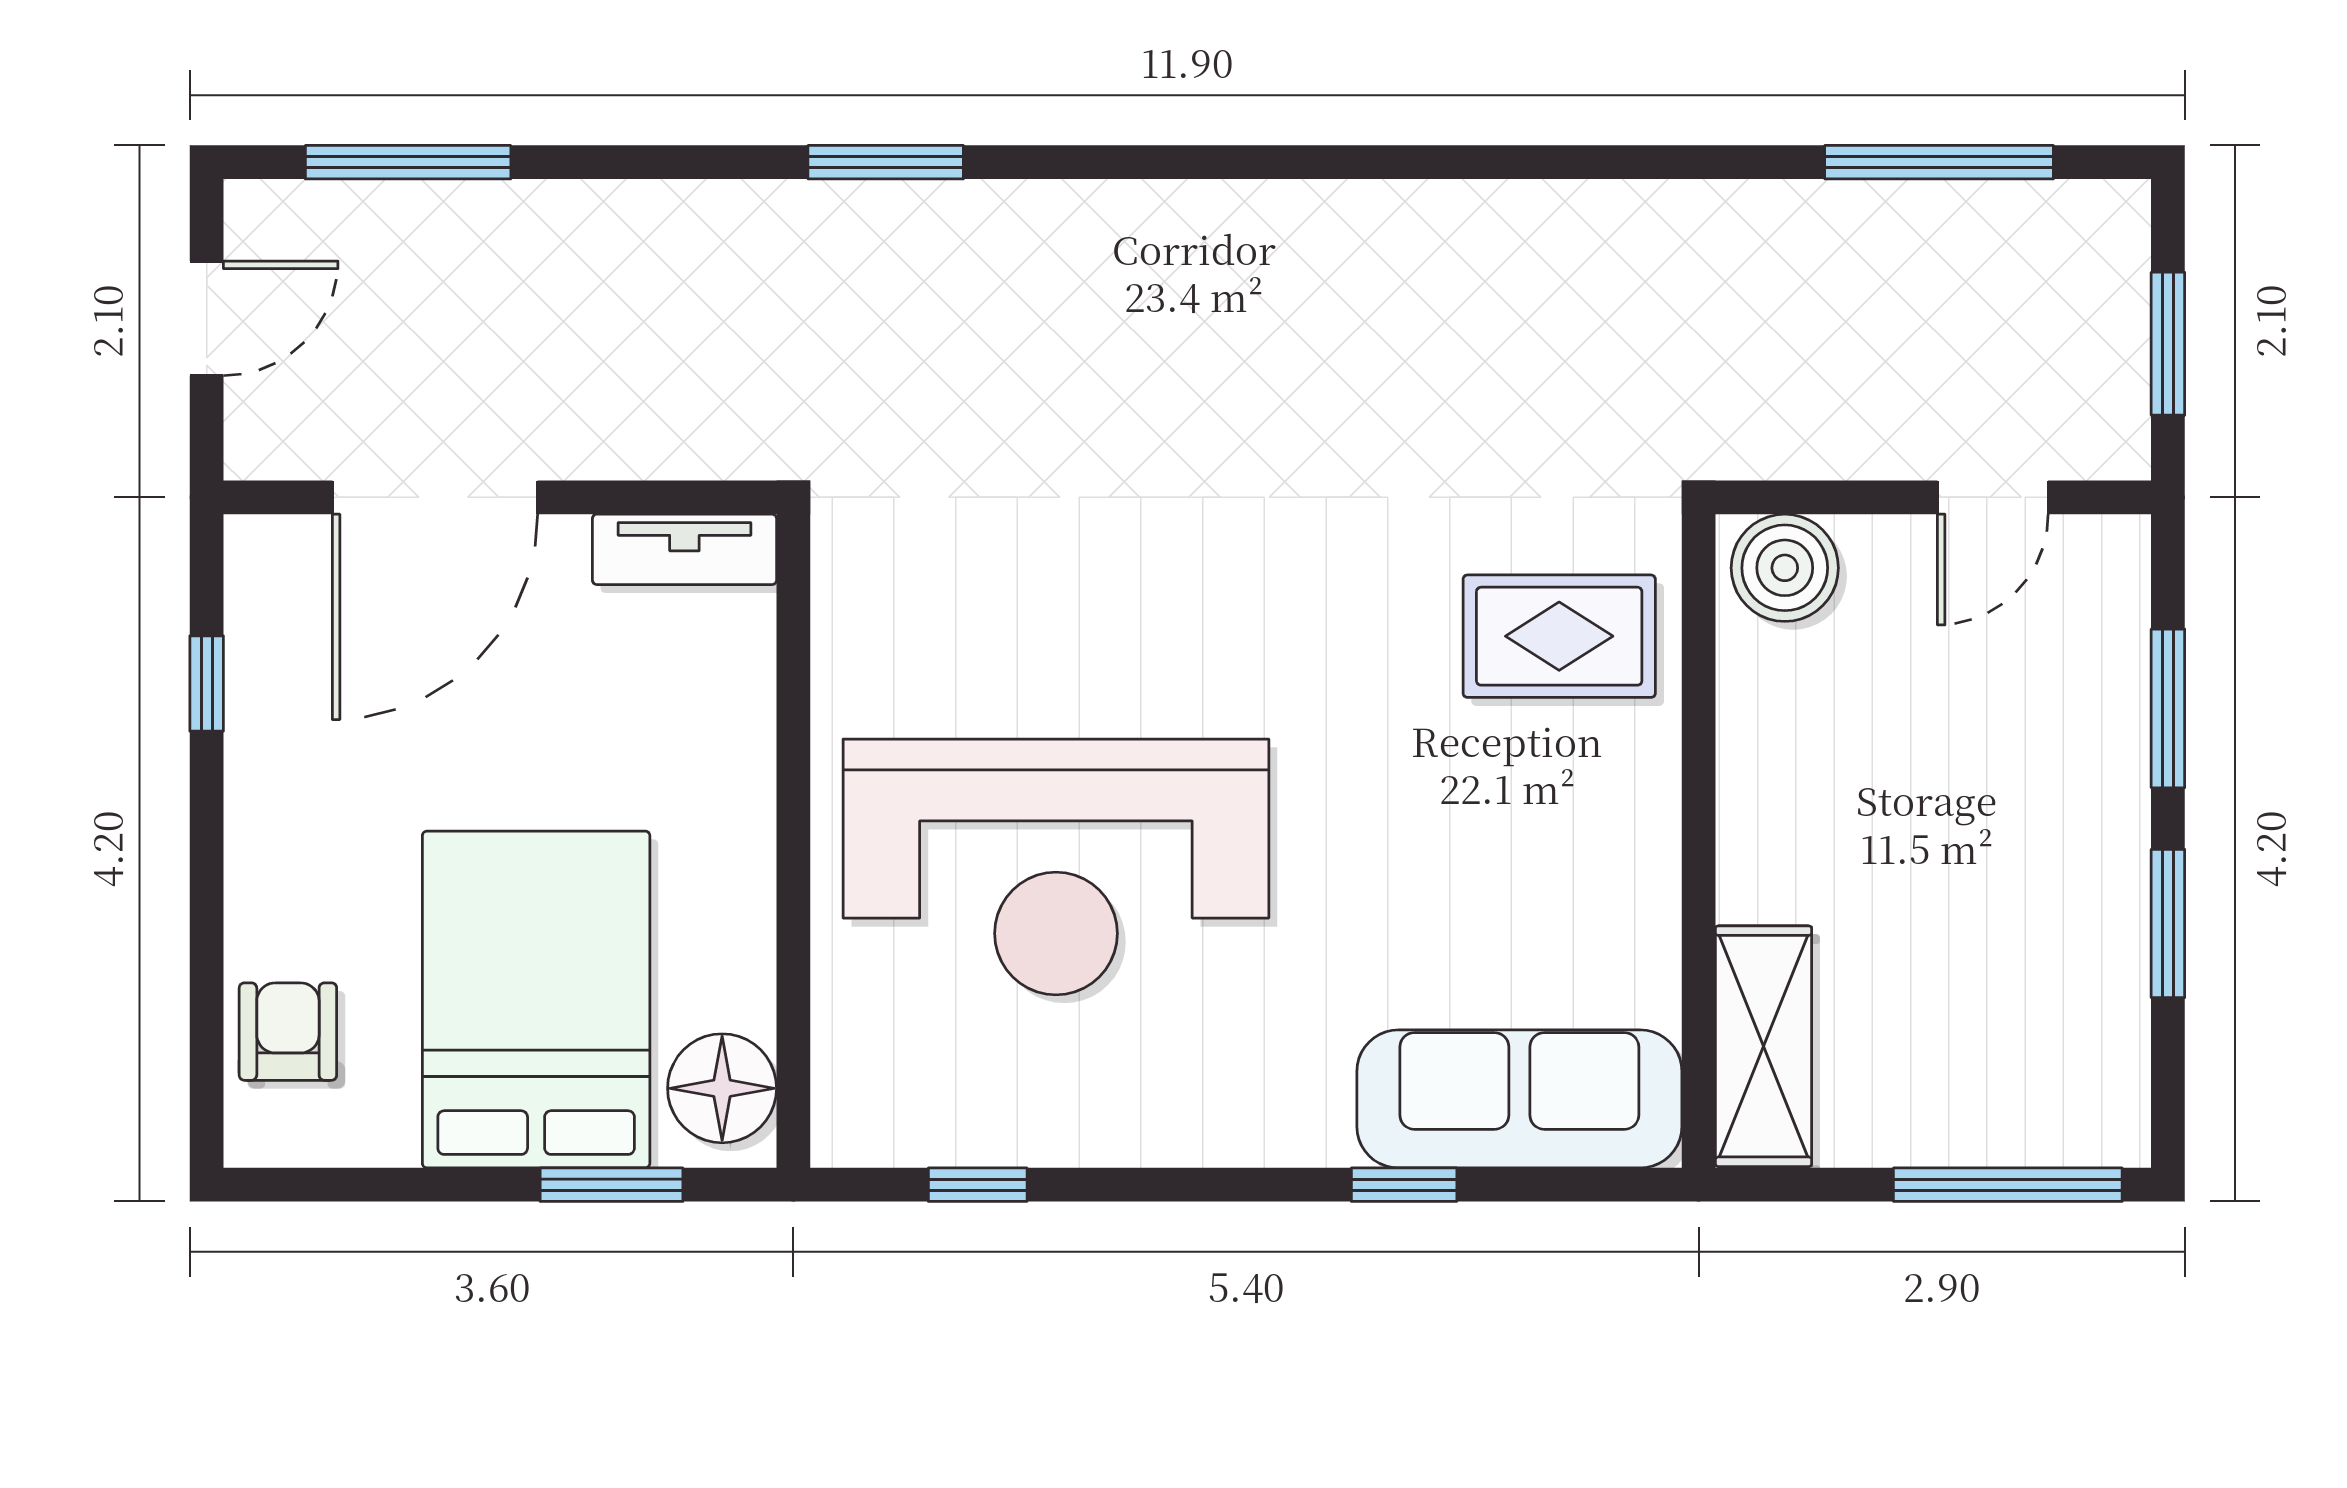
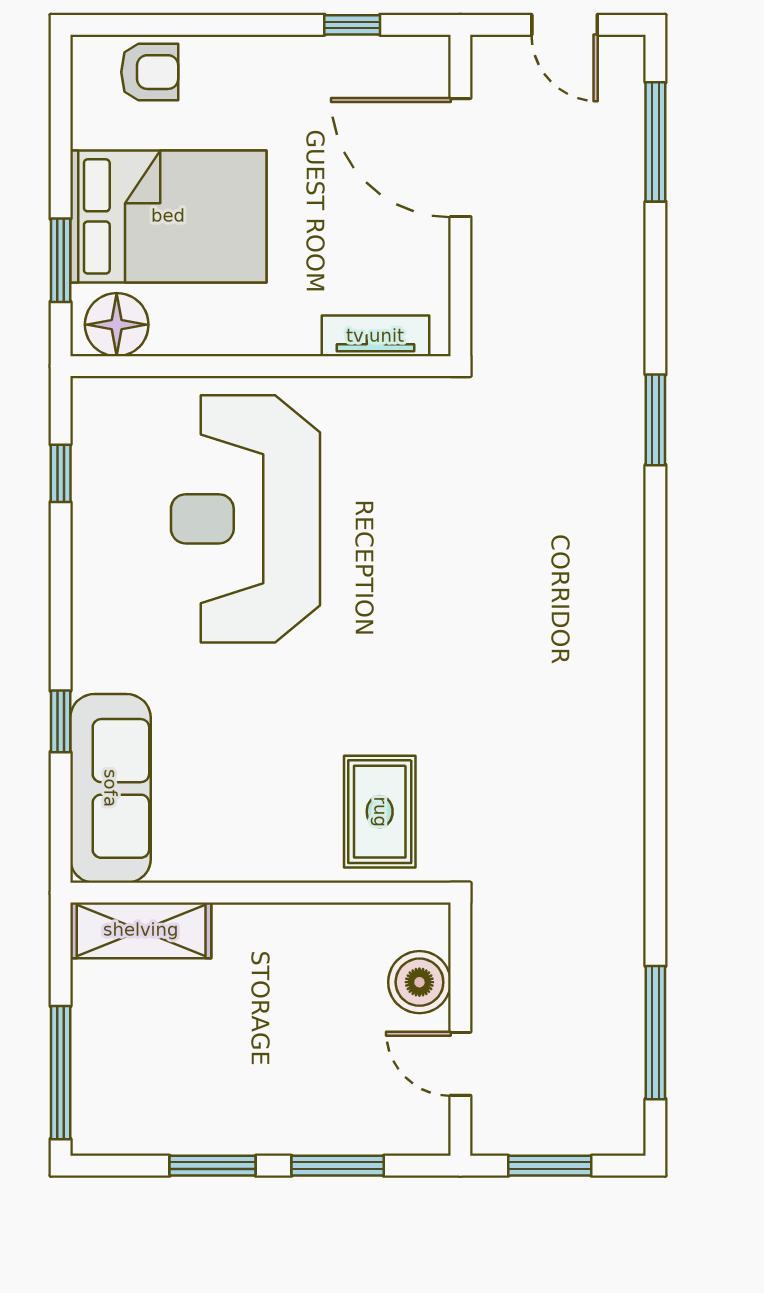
tv unit: (684, 549) -> (375, 336), moved, turned 90
boiler: (1785, 568) -> (419, 982), moved

